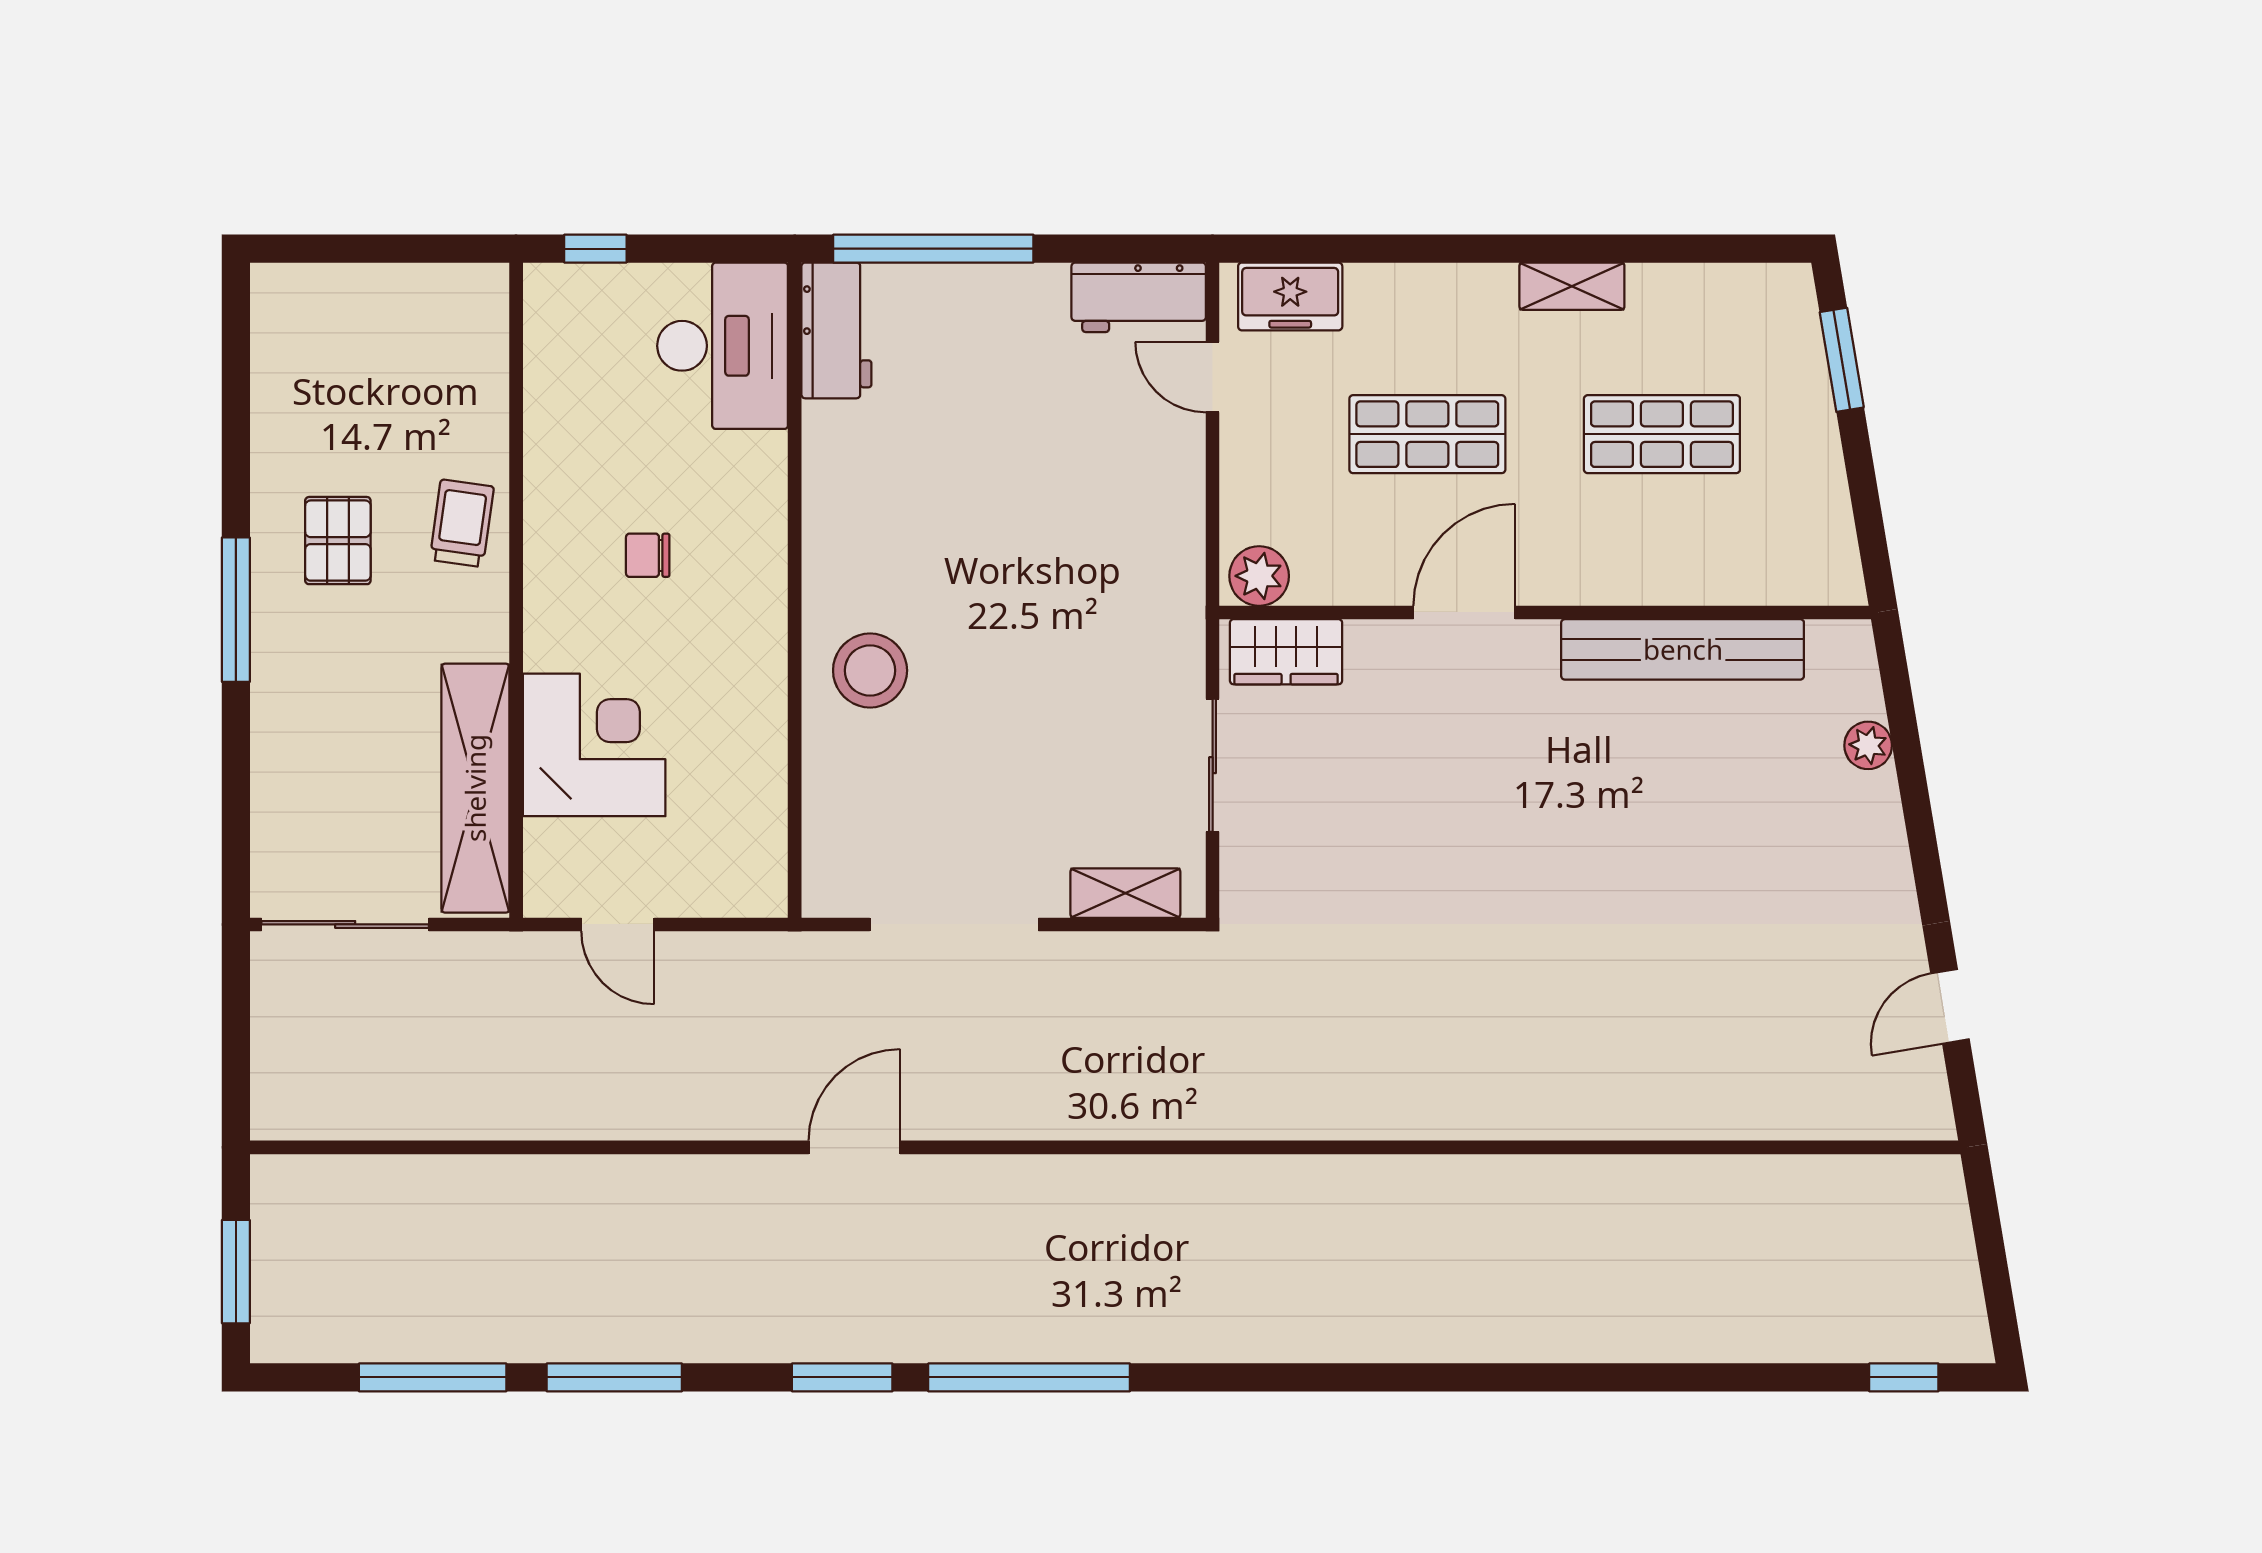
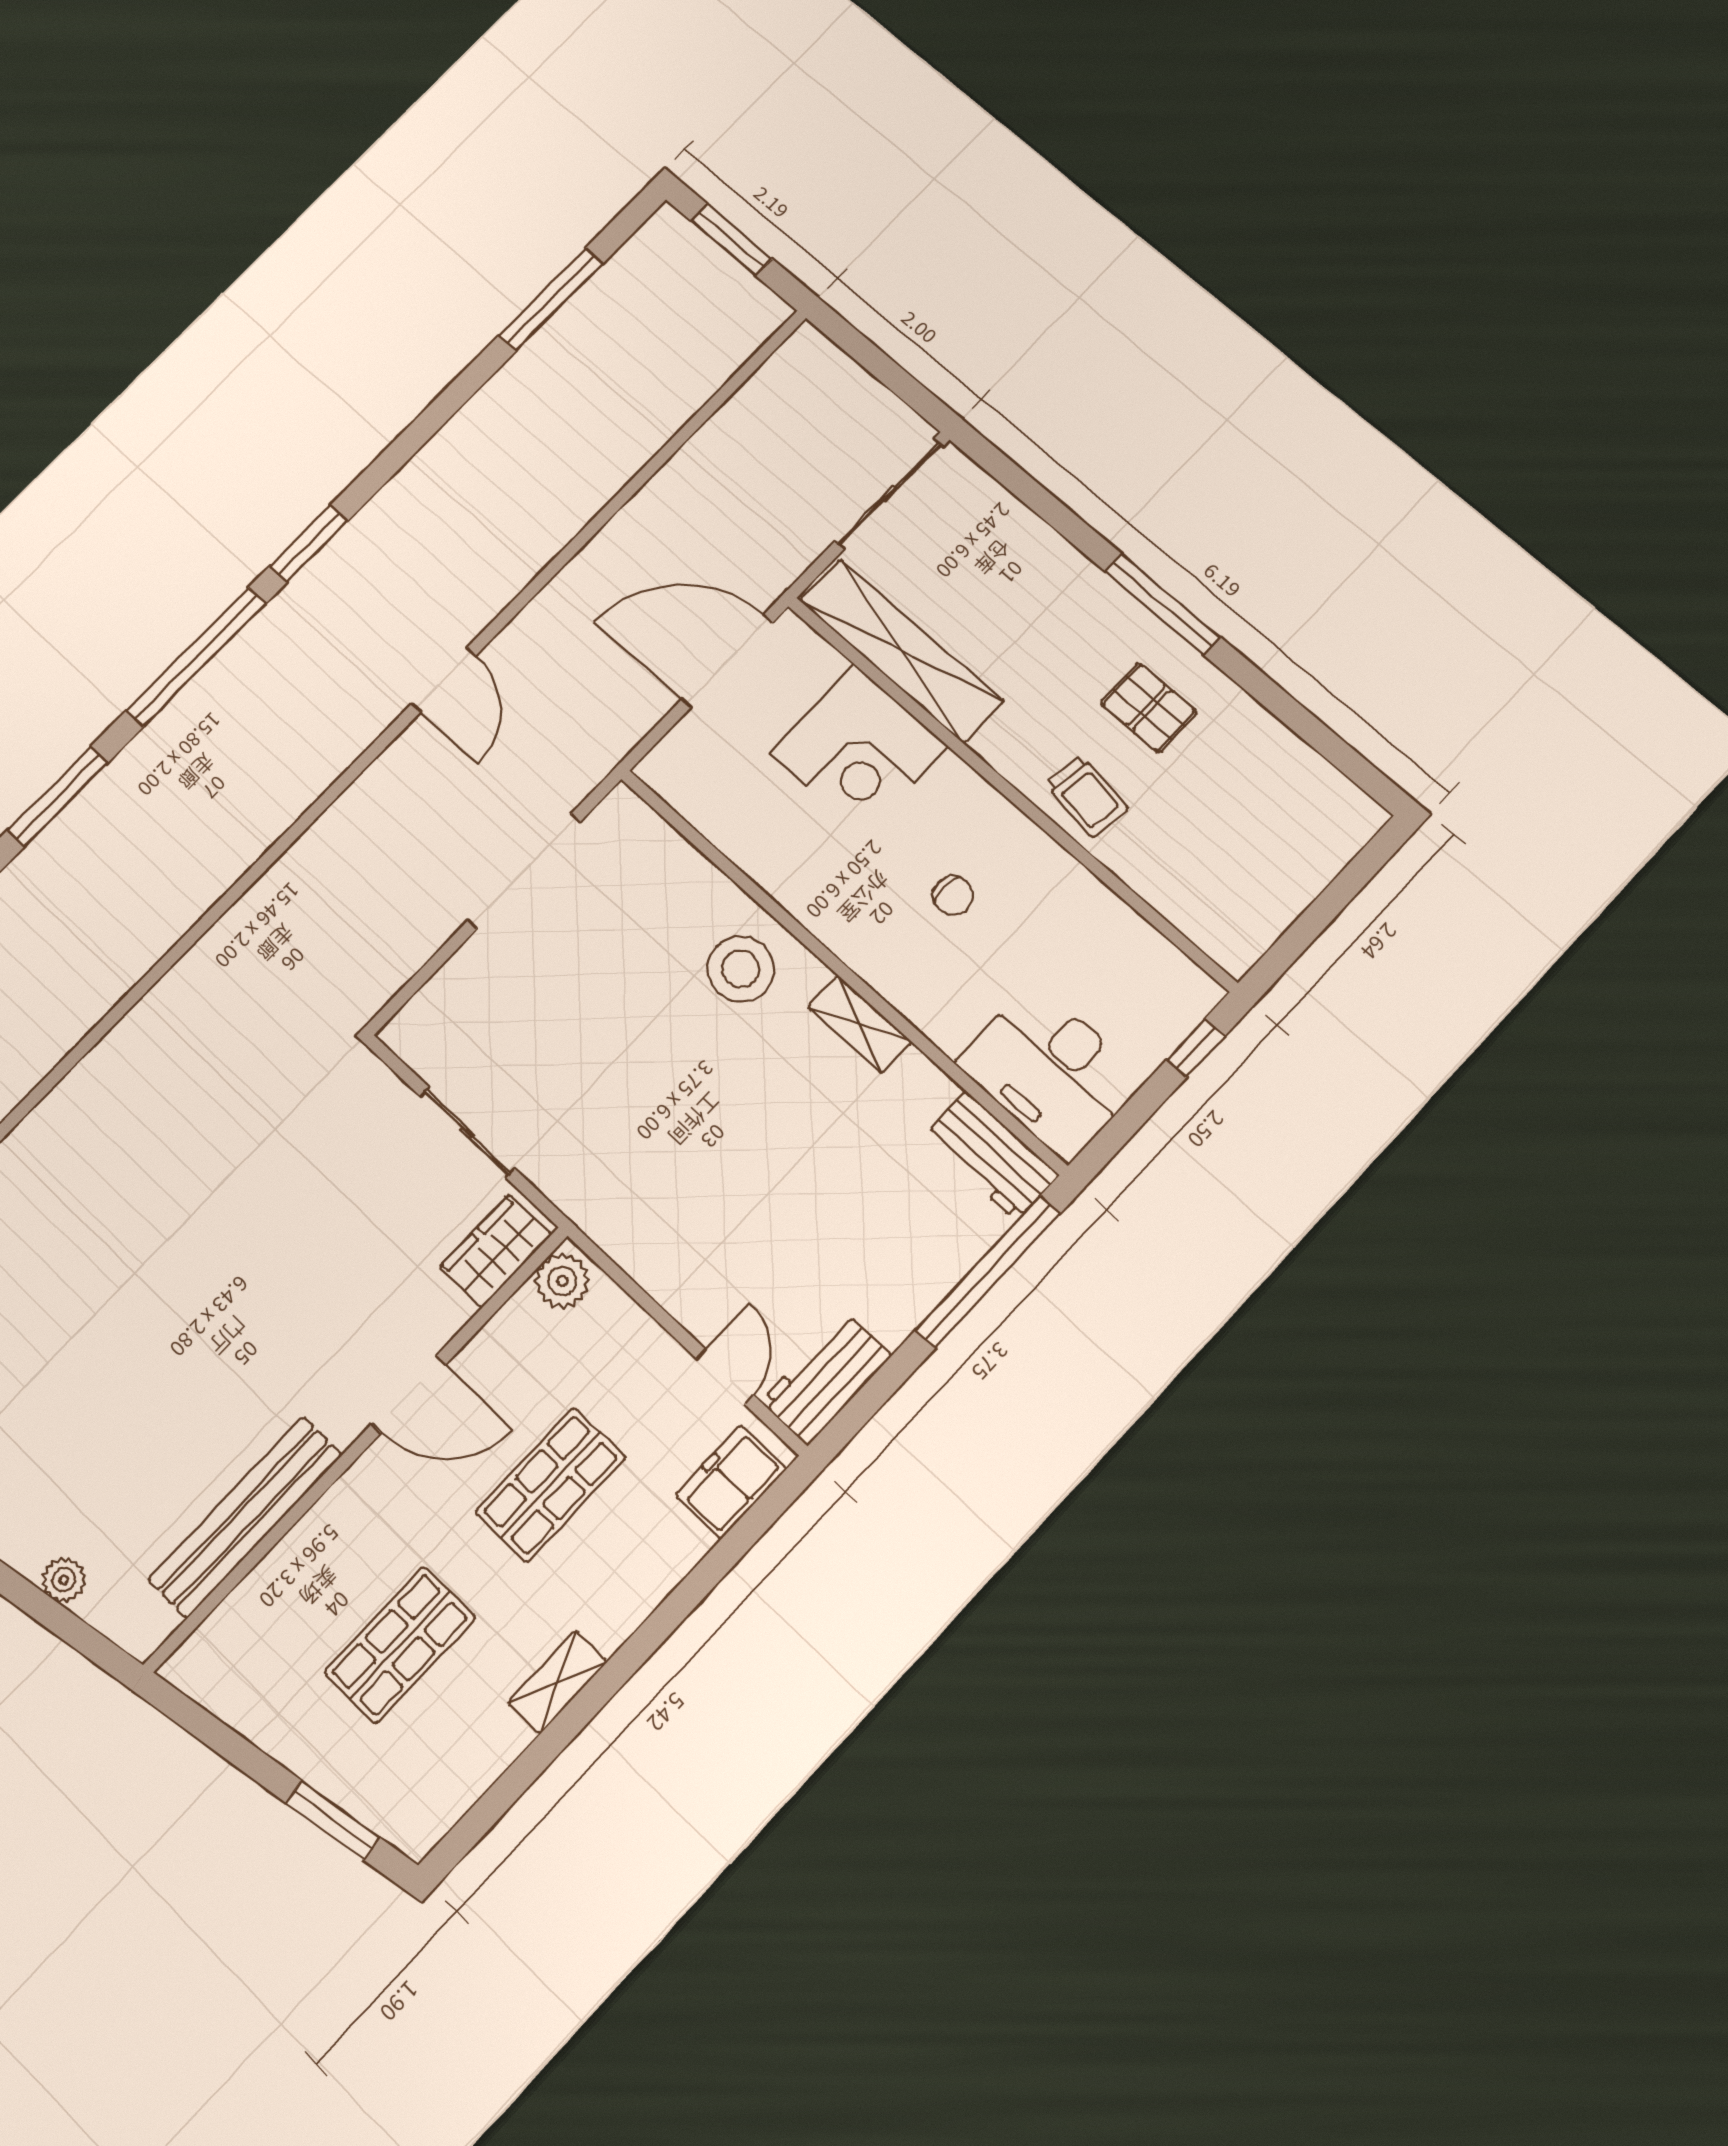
door: (1213, 377) -> (725, 1377), hinge flipped
chair: (648, 555) -> (953, 896), turned 90
door: (1464, 612) -> (409, 1394), hinge flipped
shelving: (1125, 893) -> (860, 1024), moved, turned 90
door: (618, 924) -> (727, 661), width x1.88
window: (614, 1377) -> (58, 797), moved

